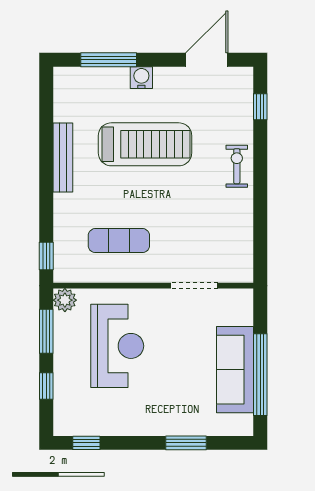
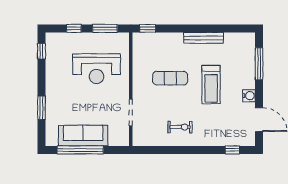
water cooler: (141, 78) -> (249, 96), moved
treadmill: (145, 144) -> (211, 85), width x0.73, depth x0.73
exercise bike: (237, 166) -> (180, 127), moved
exercise mat: (119, 241) -> (170, 78), moved, turned 90
plant: (65, 300) -> (123, 39), removed

